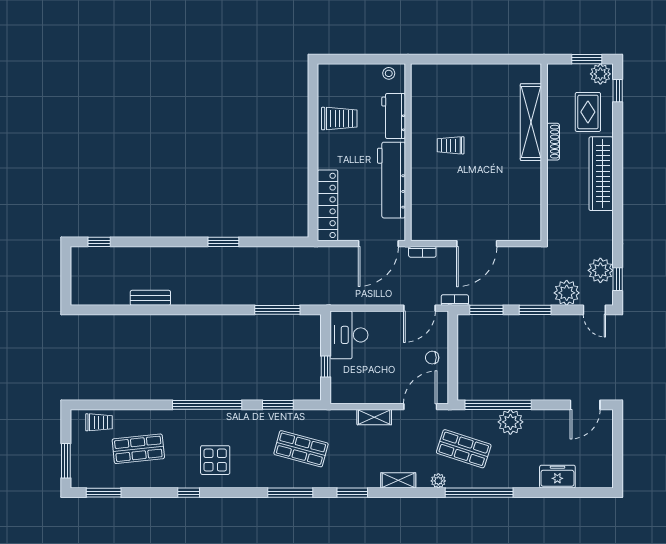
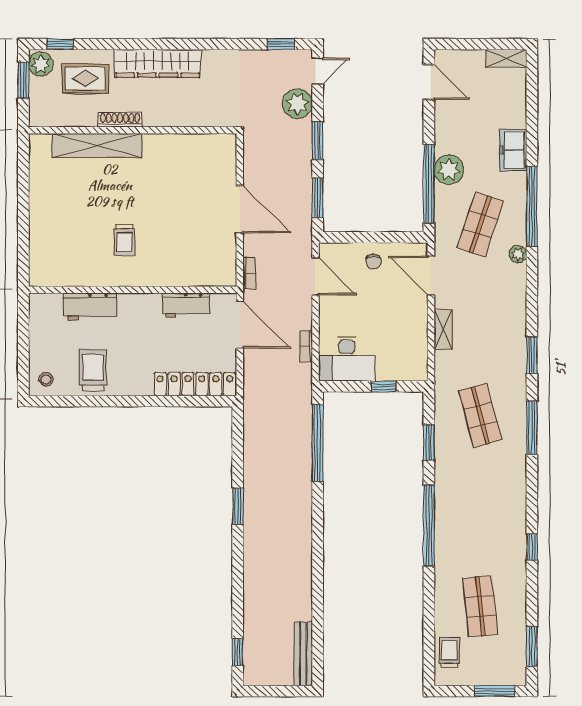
stool: (389, 73) -> (46, 379), moved
workbench: (391, 180) -> (186, 305), width x0.53, depth x0.76
plant: (600, 270) -> (271, 64), removed
bench: (150, 298) -> (303, 654), moved, width x1.36
bookcase: (455, 300) -> (306, 346), moved
window: (277, 310) -> (318, 443), width x1.46
shop shelf: (301, 449) -> (480, 415), turned -30
display table: (215, 460) -> (494, 516), removed
freezer: (557, 477) -> (513, 150), moved
shelving: (398, 480) -> (506, 58), moved, turned 90

